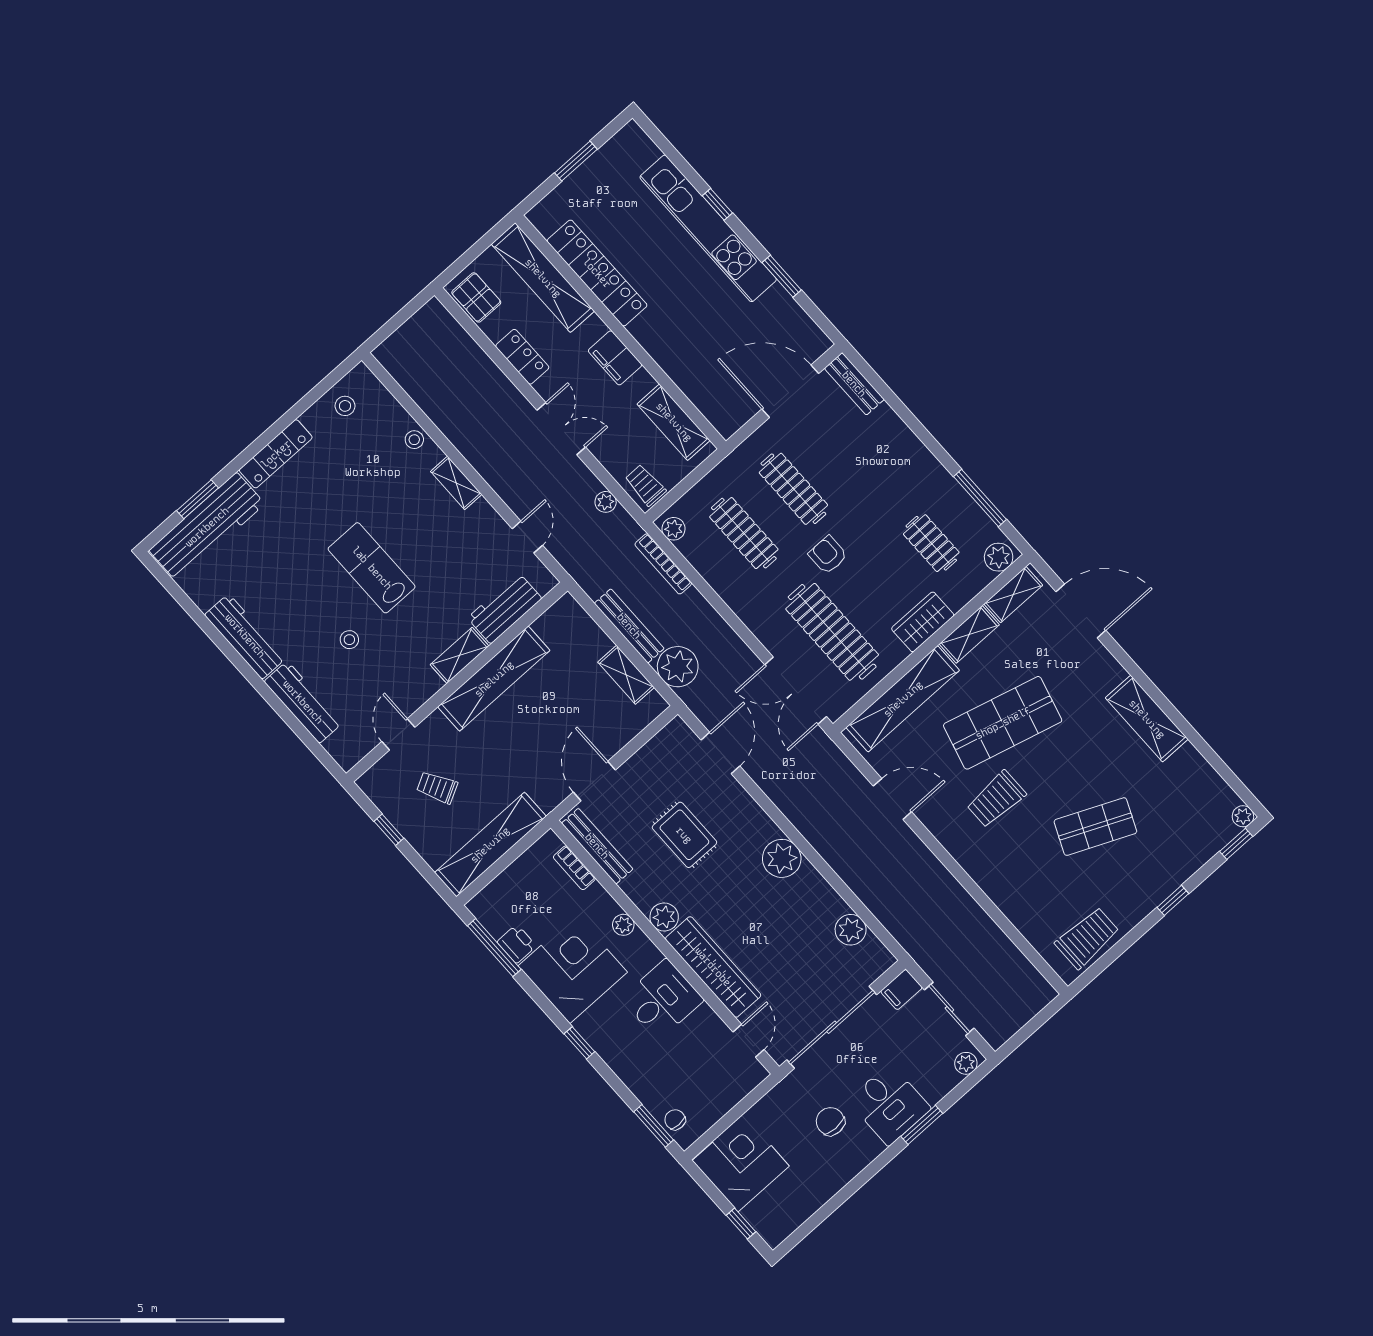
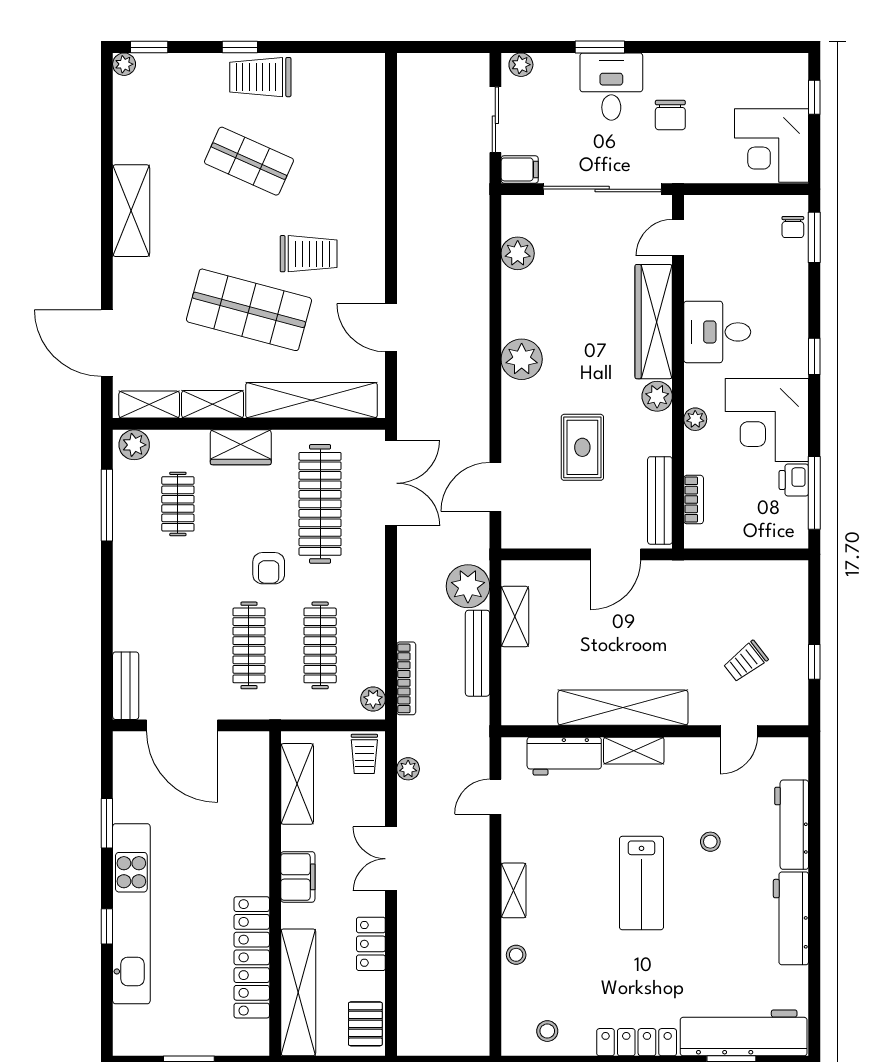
trolley: (437, 787) -> (746, 661), turned 80
shelving: (490, 845) -> (744, 578), removed
trolley: (1087, 938) -> (260, 77), moved

